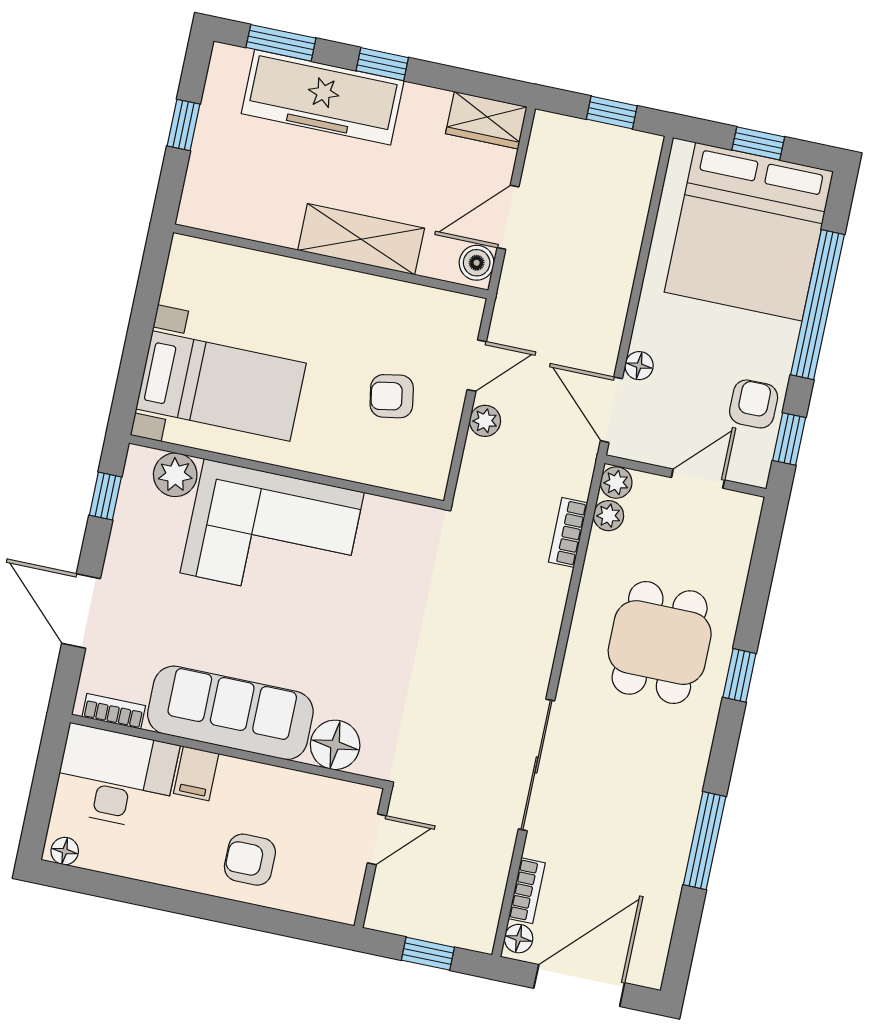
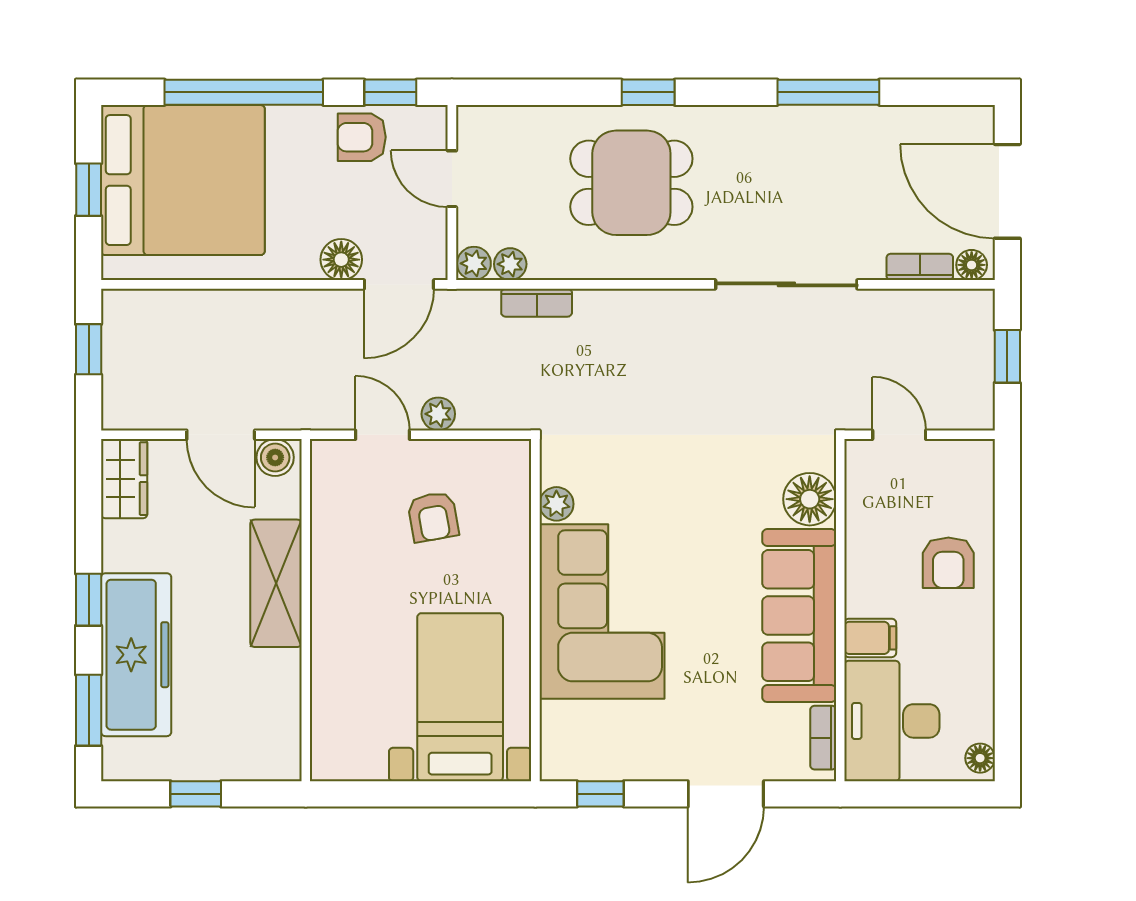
floor lamp: (639, 366) -> (341, 260), width x1.37, depth x1.37
plant: (175, 475) -> (556, 504), moved, width x0.73, depth x0.73

